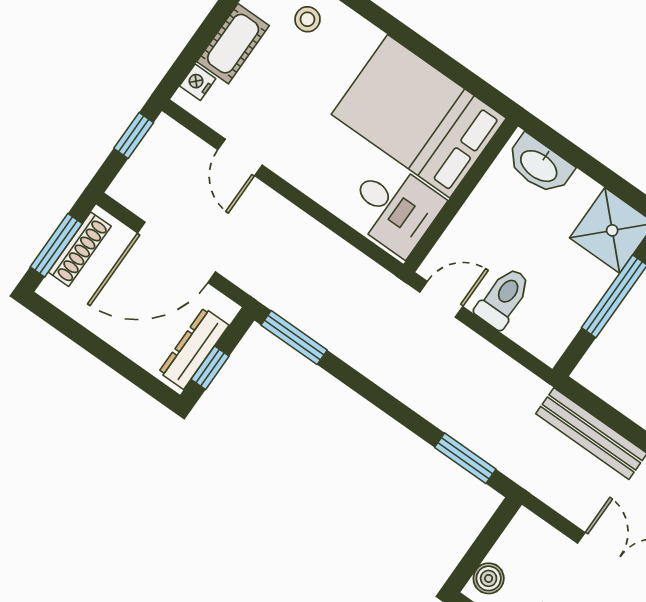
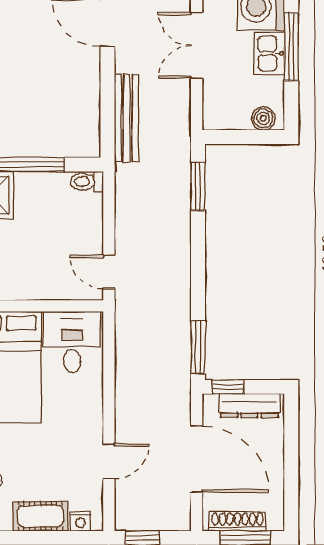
toilet: (503, 298) -> (87, 181), moved, width x0.73, depth x0.72
window: (210, 368) -> (228, 387), moved

